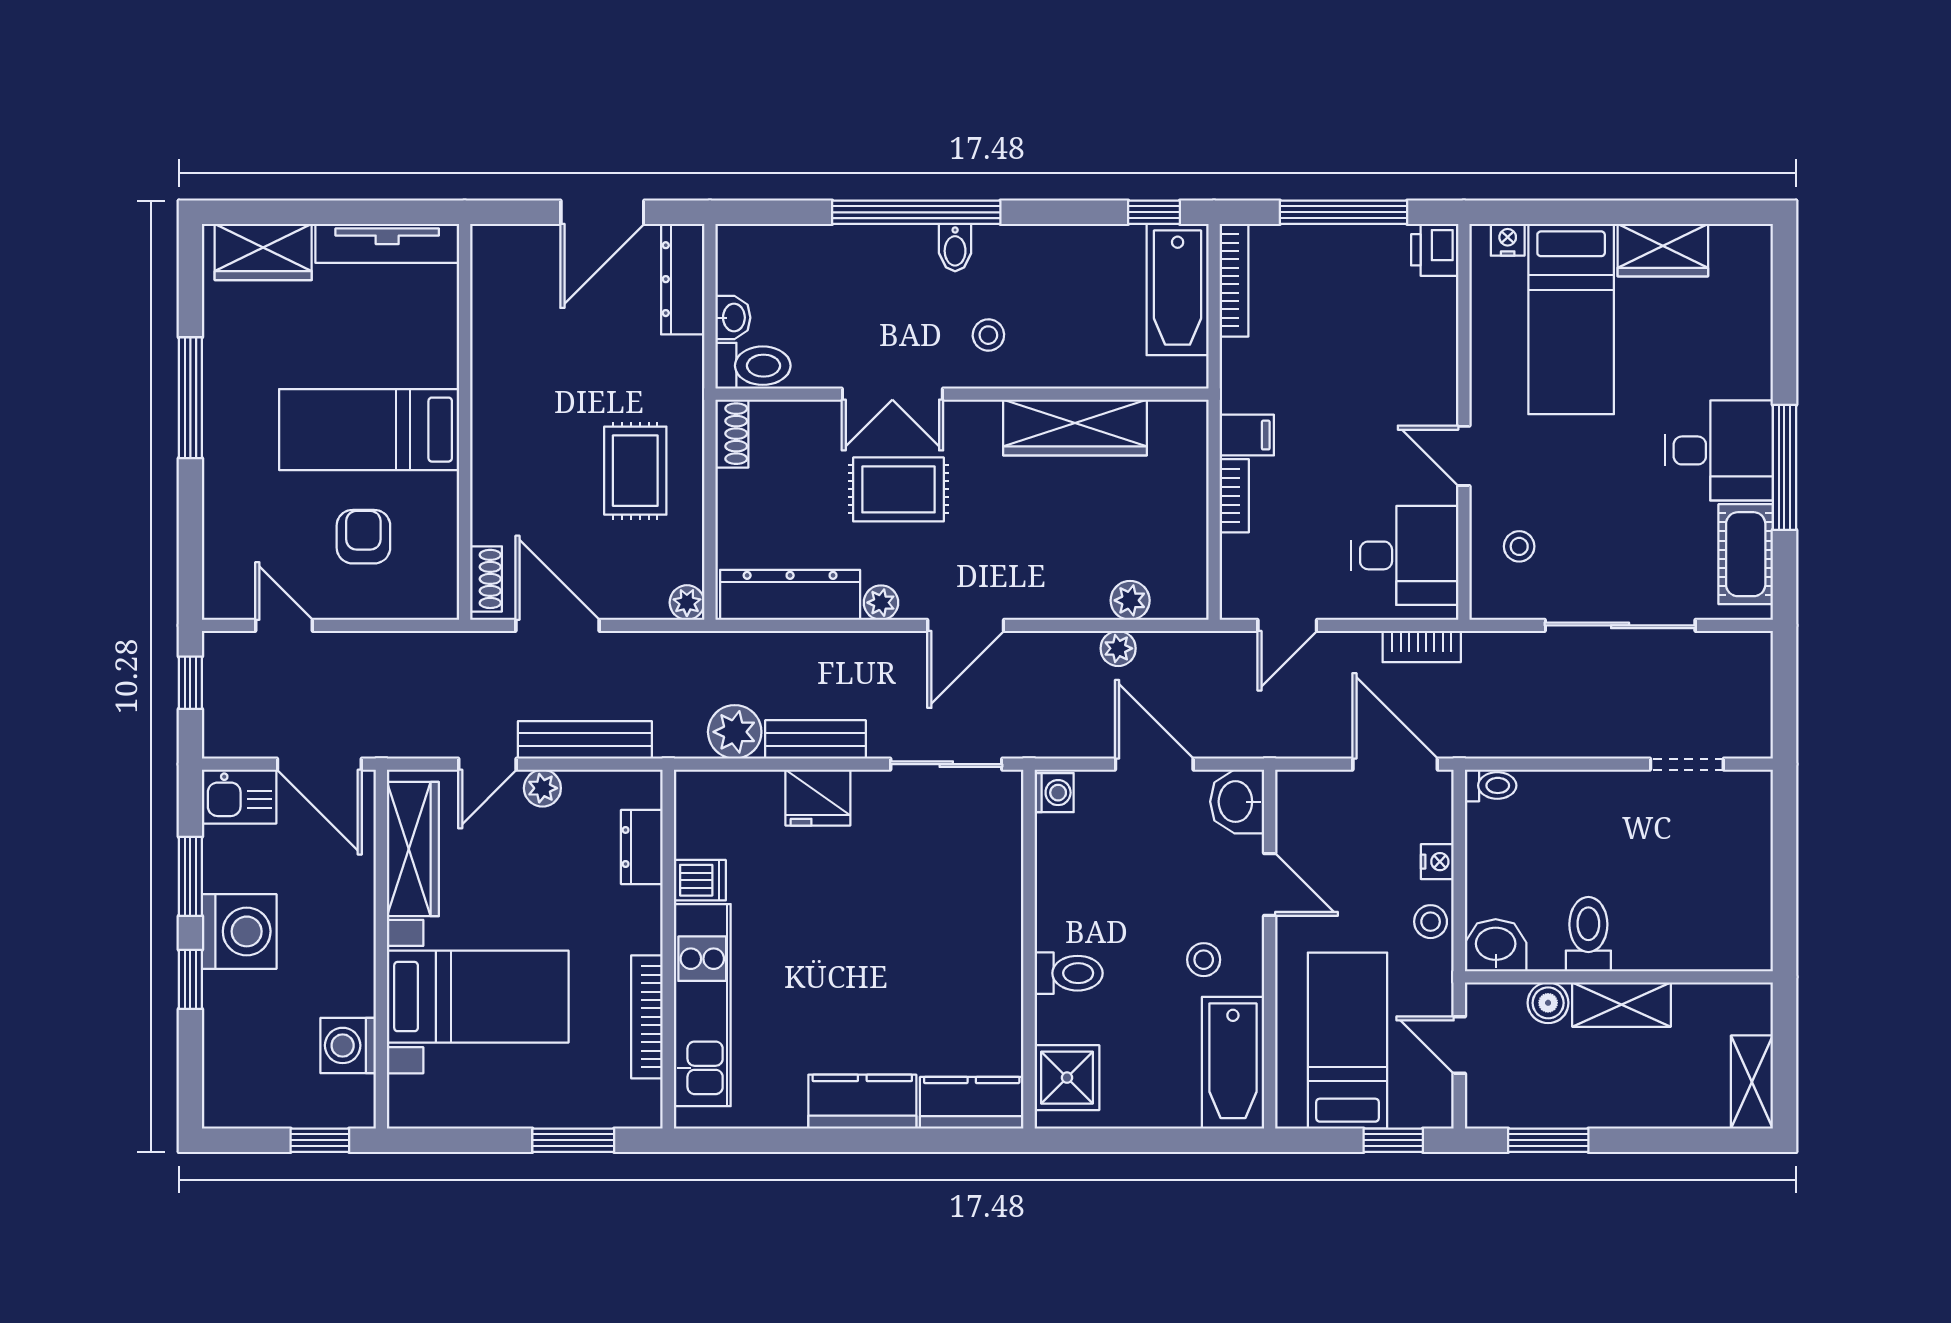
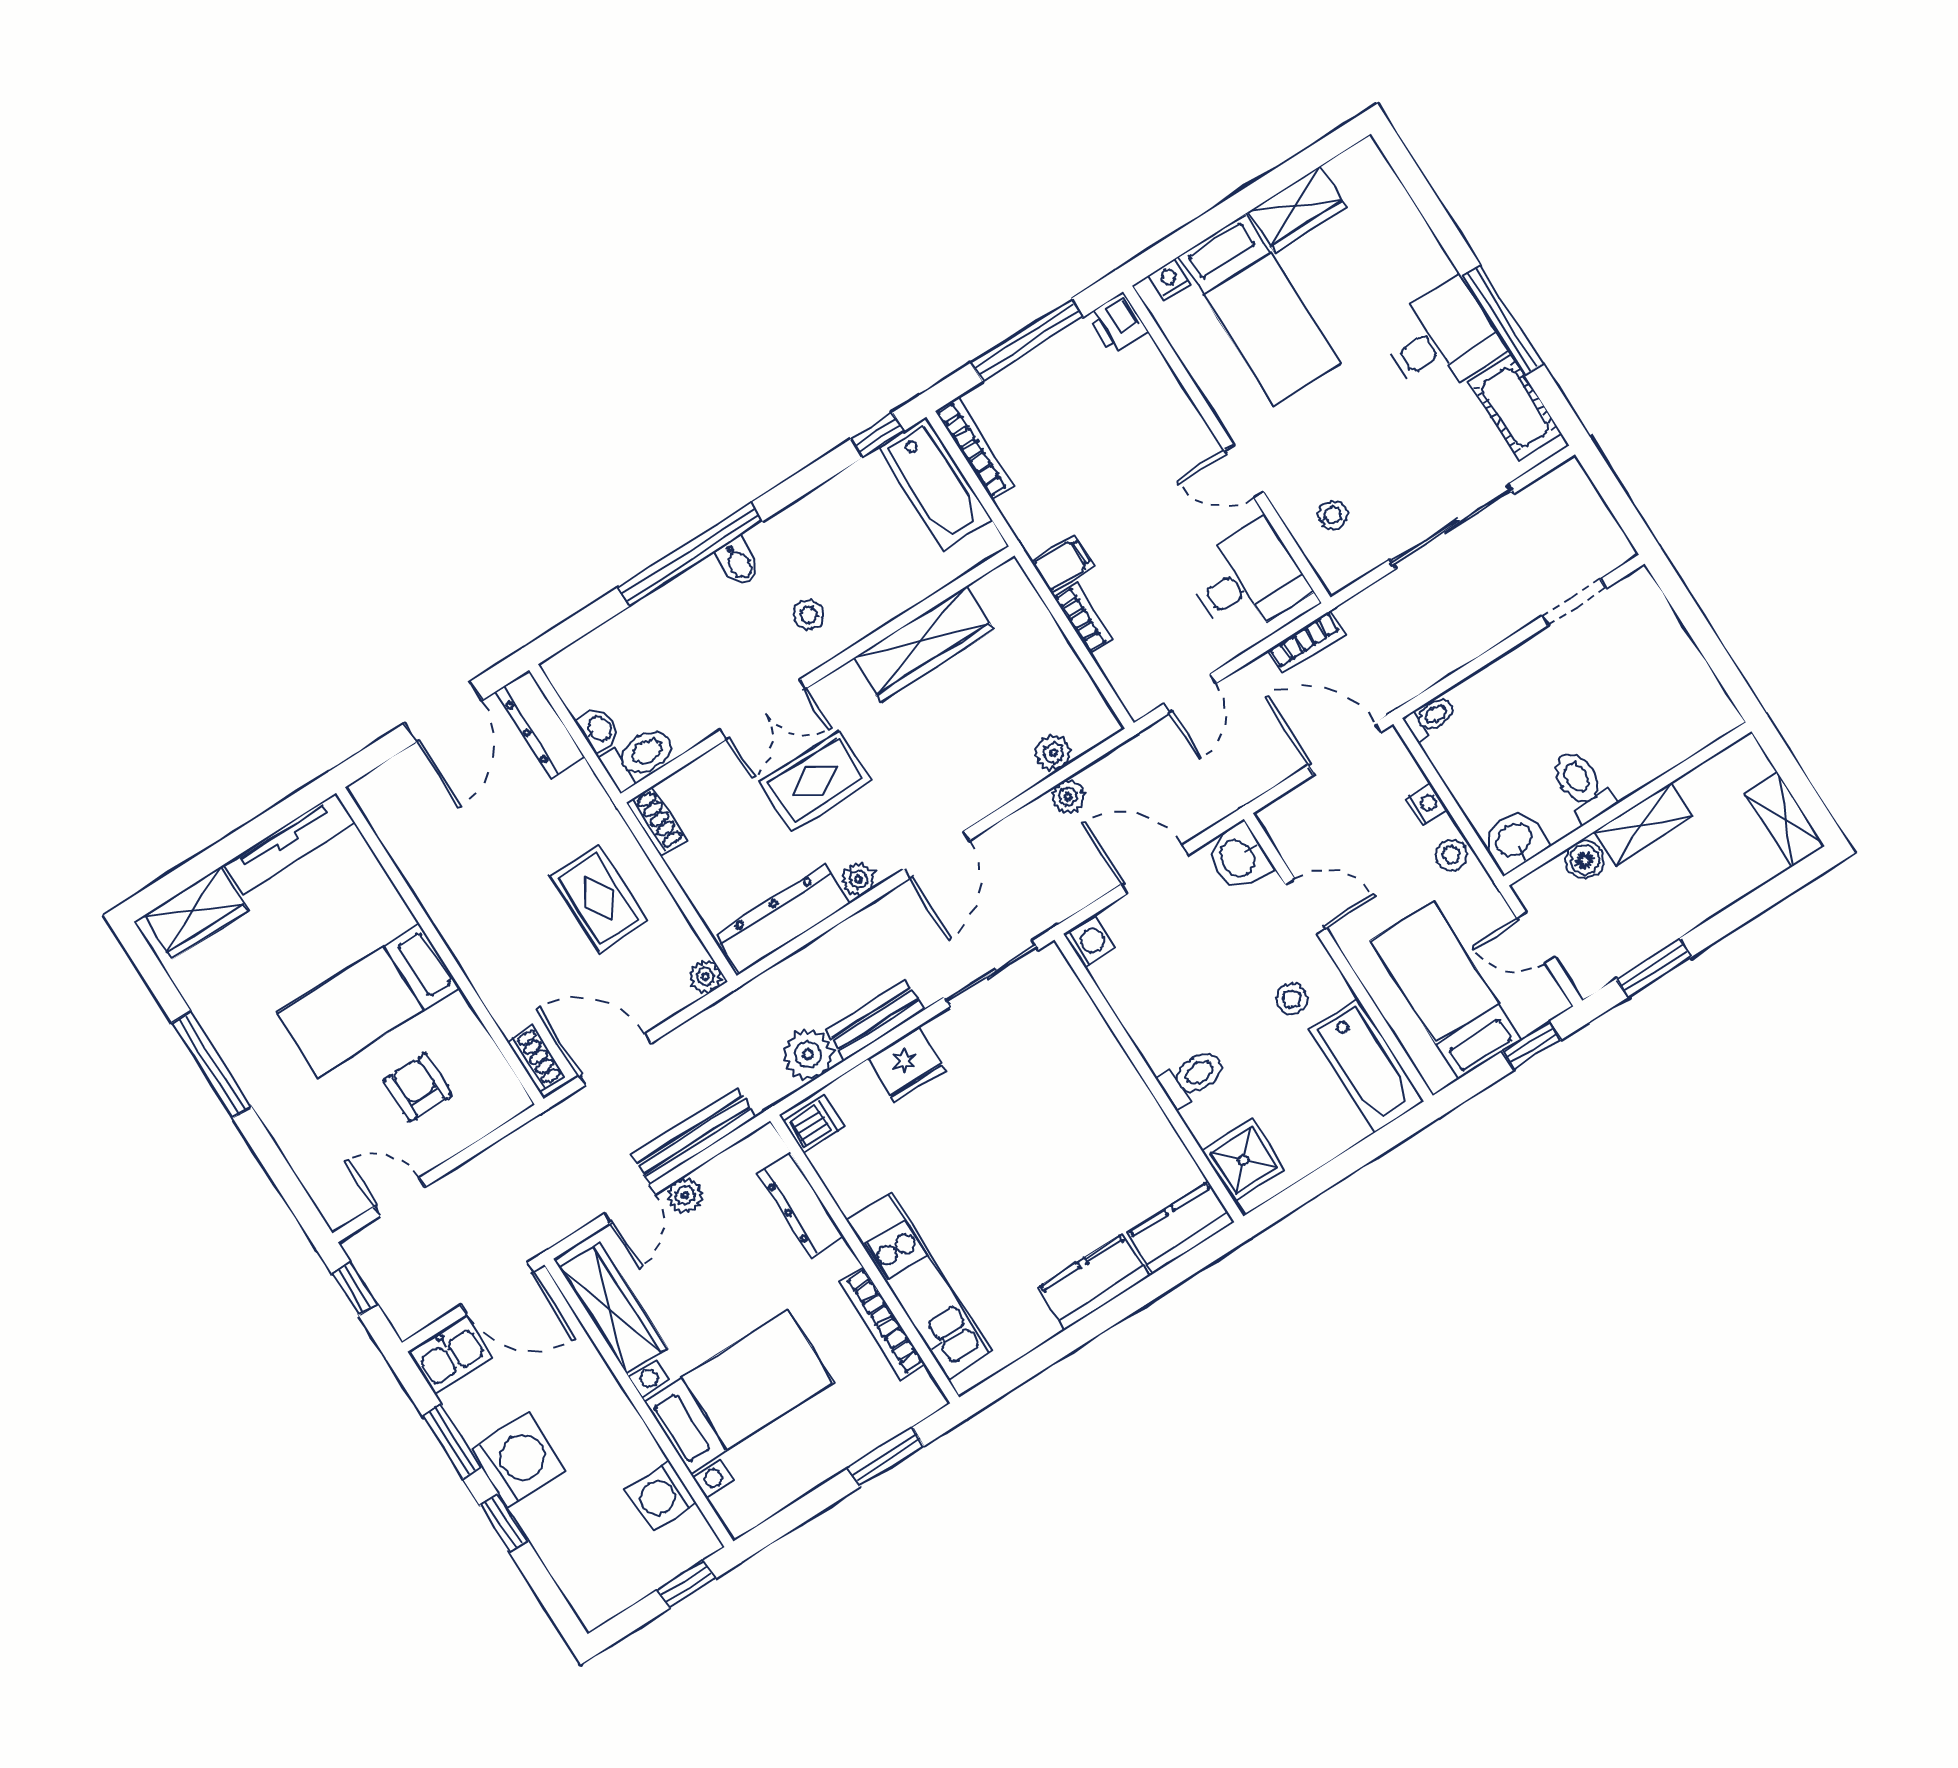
dresser: (642, 847) -> (801, 1205), width x1.44
dishwasher: (700, 880) -> (813, 1124), moved

